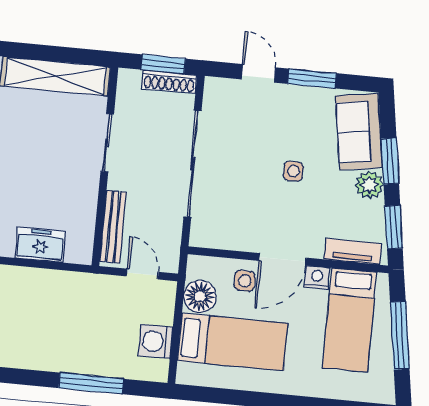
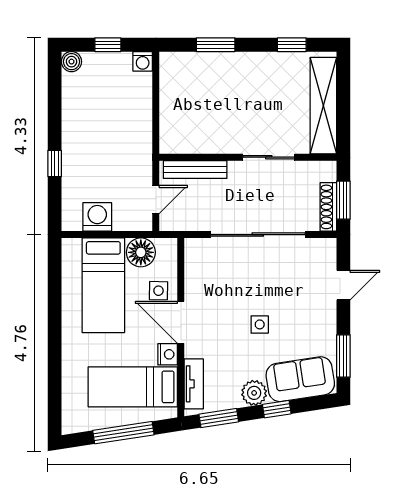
window: (312, 78) -> (343, 356), moved
window: (390, 161) -> (277, 409), width x0.67
freezer: (40, 245) -> (173, 107), removed
window: (91, 383) -> (55, 163), width x0.46

